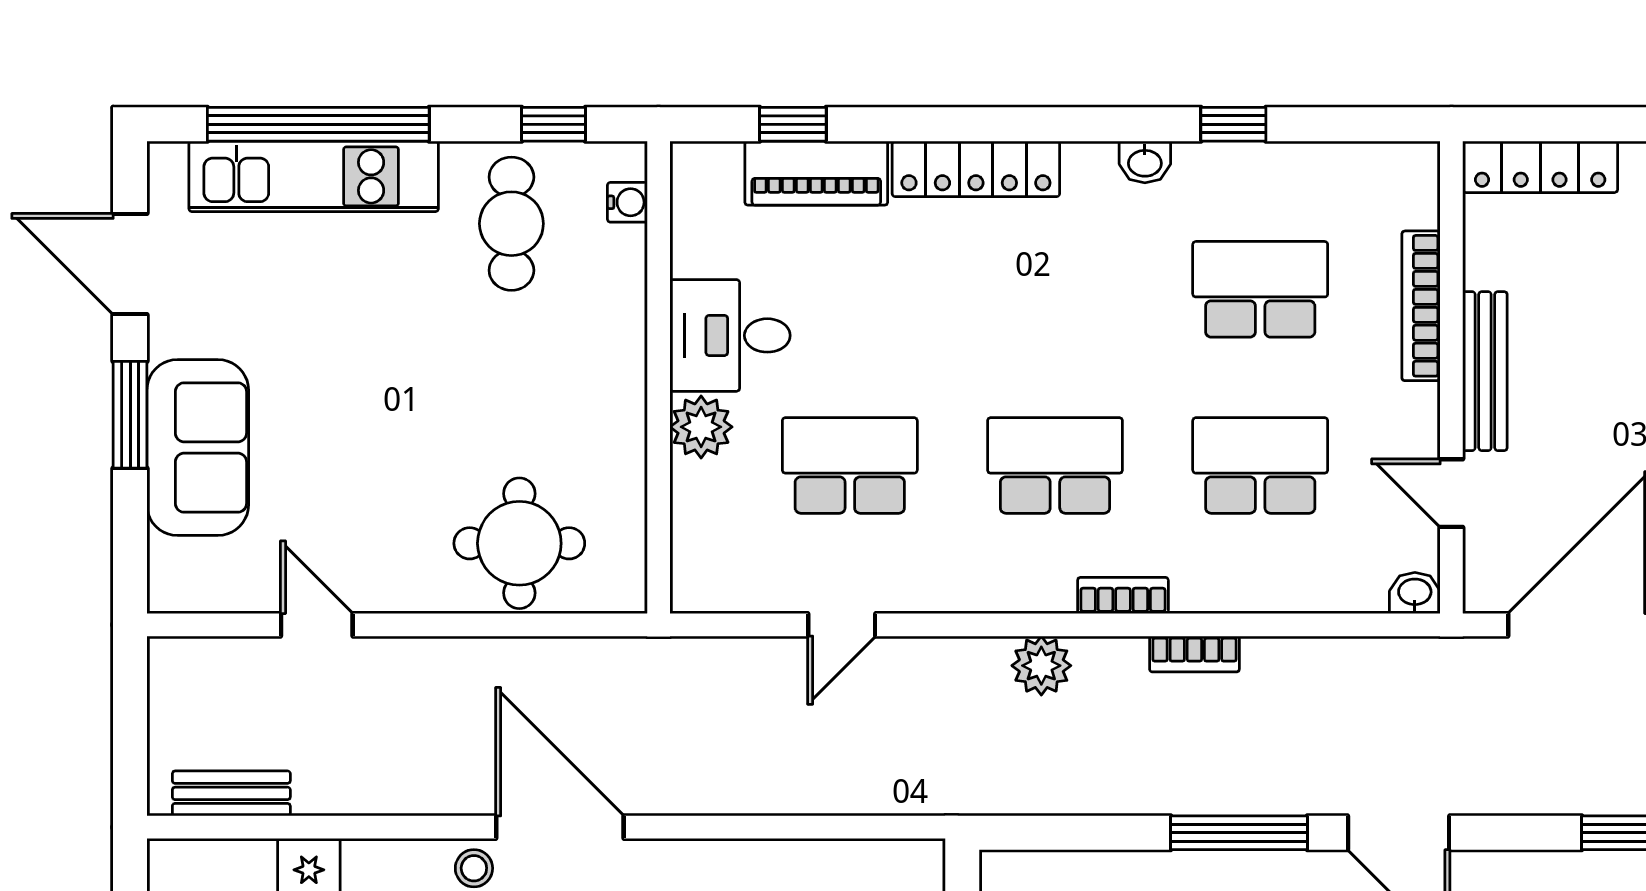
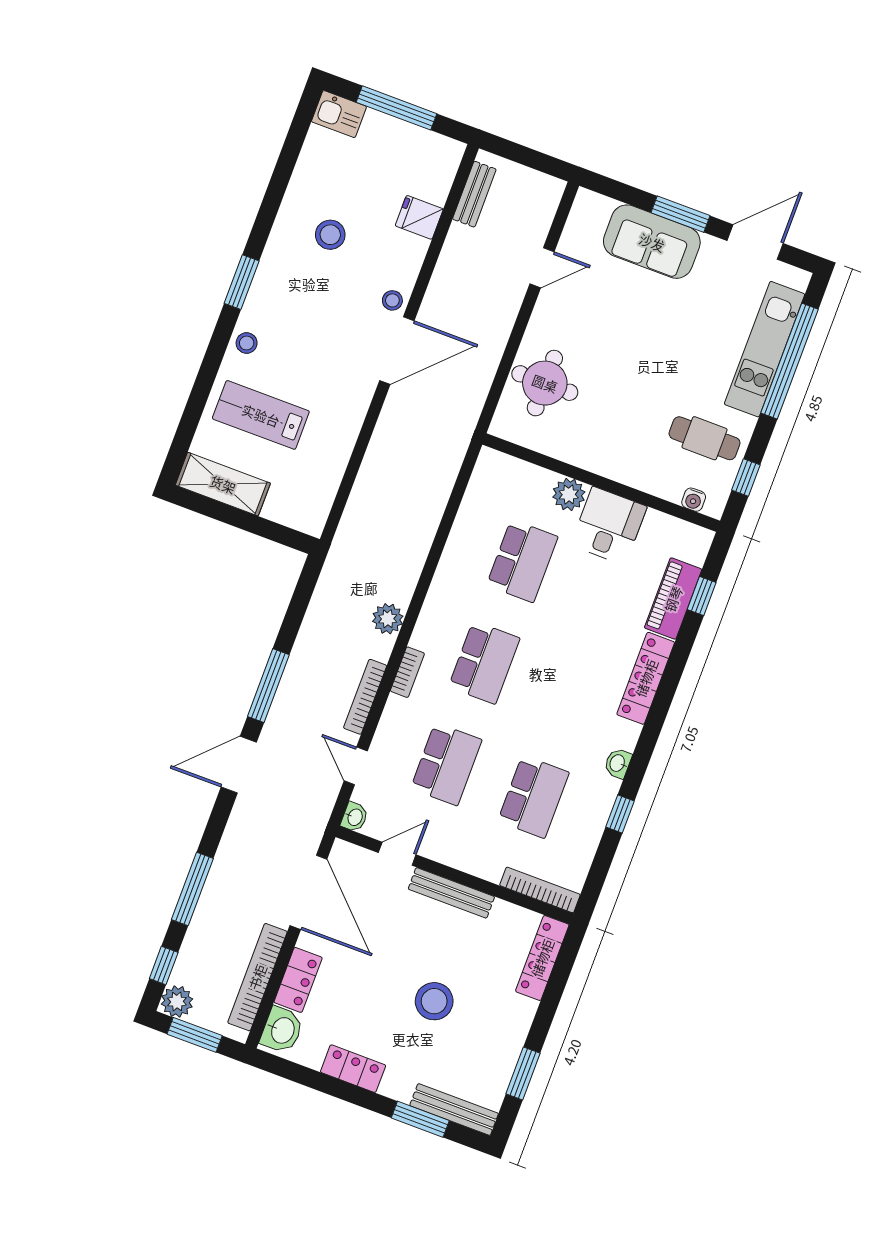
bookcase: (1421, 306) -> (540, 890), moved
door: (842, 625) -> (356, 766), moved
bookcase: (1194, 654) -> (365, 697), width x1.56

